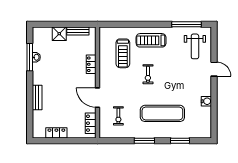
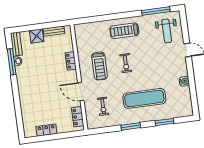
treadmill: (123, 53) -> (100, 66), moved
bench: (37, 97) -> (16, 44), moved

